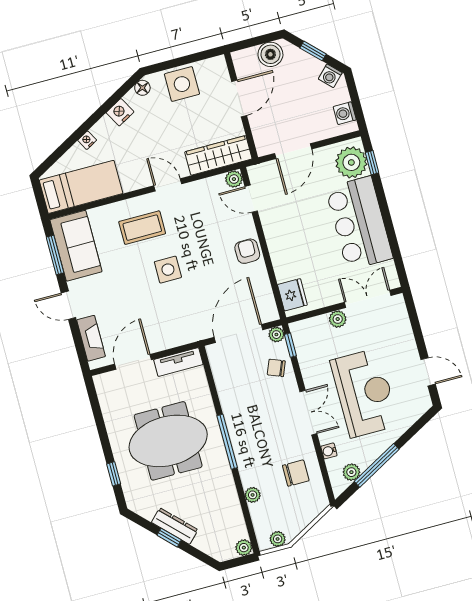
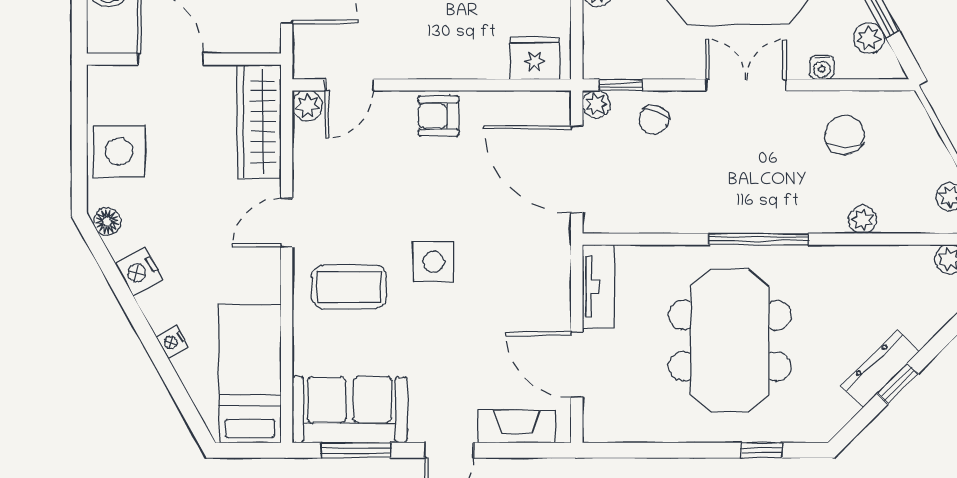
coffee table: (142, 228) -> (349, 287), turned 90

